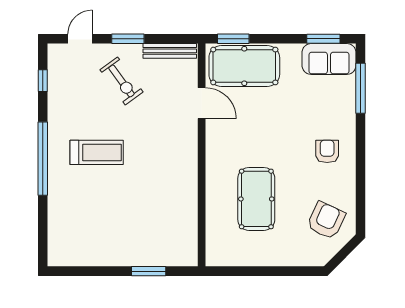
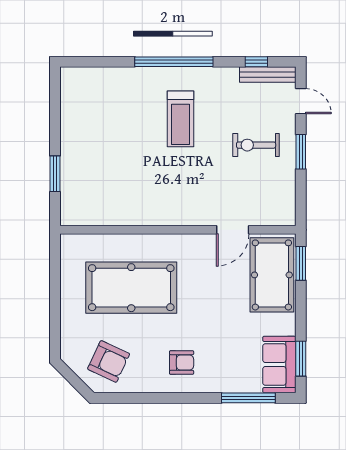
bench: (170, 51) -> (268, 75), moved, turned 90
exercise bike: (121, 81) -> (256, 145), turned 36
pool table: (256, 199) -> (131, 288), width x1.36, depth x1.32

